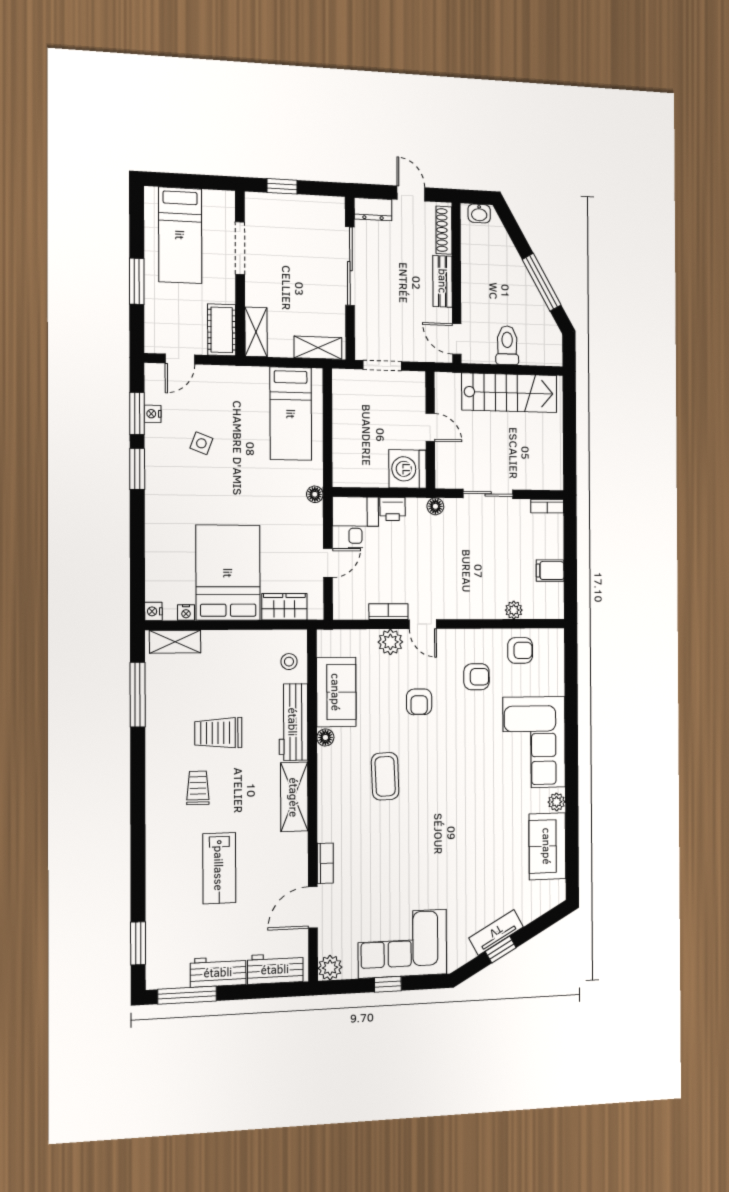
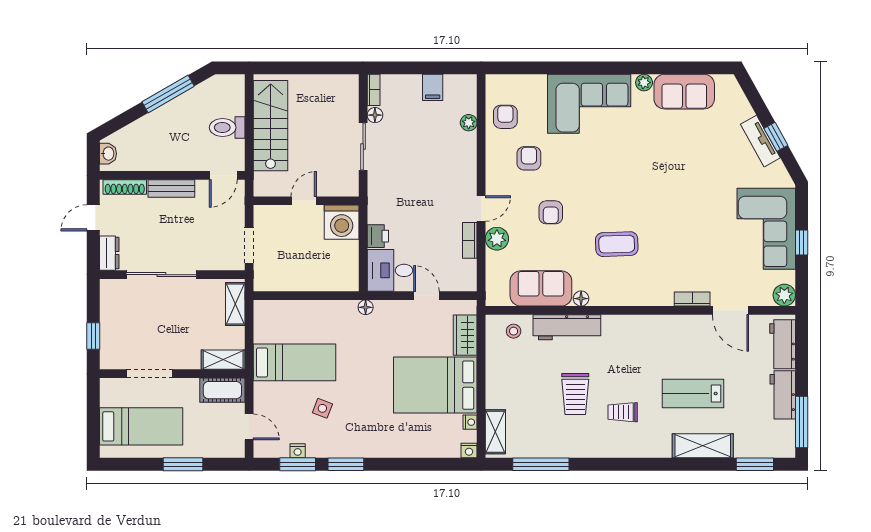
bed: (291, 414) -> (295, 362), moved
floor lamp: (435, 506) -> (375, 115), moved
armchair: (419, 702) -> (551, 212), turned 90
shelving: (294, 797) -> (703, 446), moved
lab bench: (219, 868) -> (693, 394), turned 180

